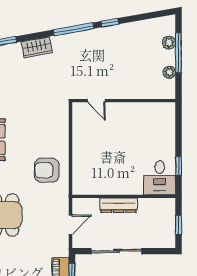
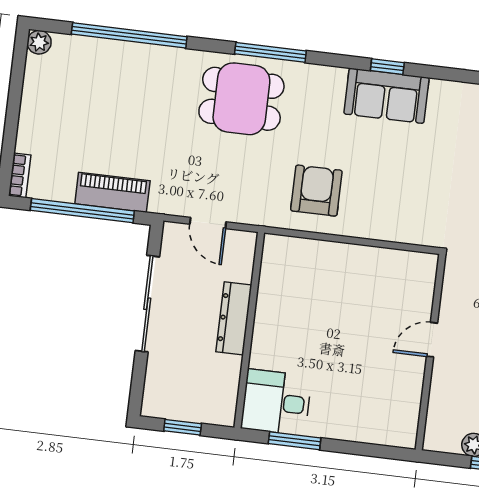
door: (96, 101) -> (432, 340), moved
window: (179, 166) -> (295, 441), width x1.50

